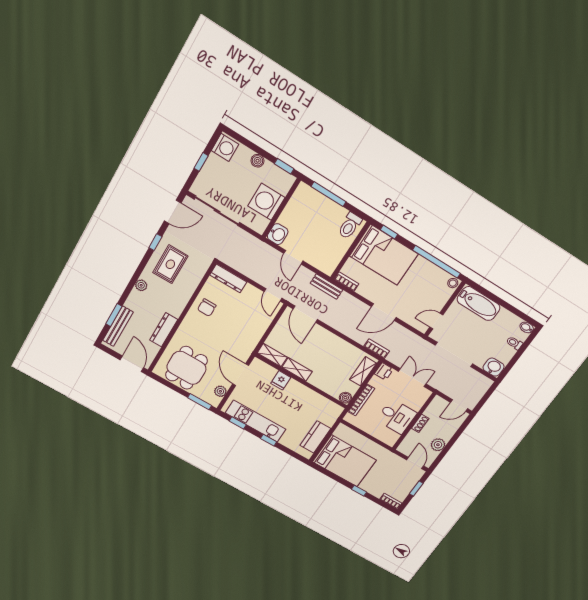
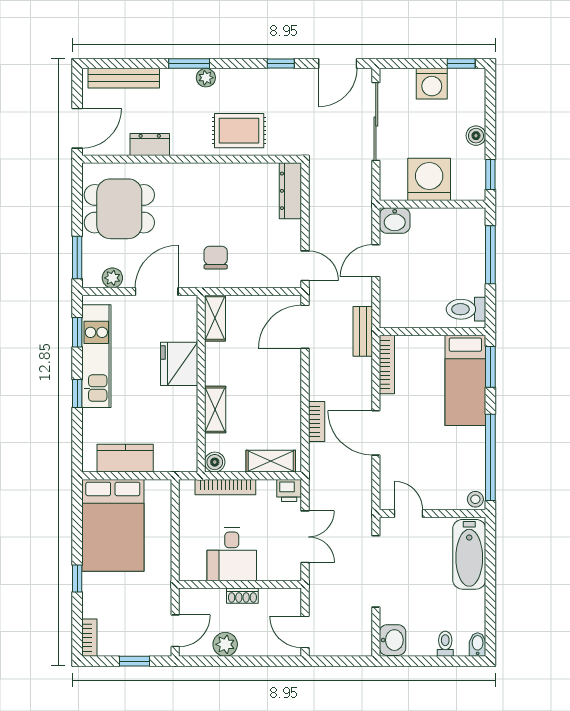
washing machine: (225, 147) -> (432, 84), moved
window: (201, 162) -> (461, 64), moved
door: (173, 212) -> (338, 64), hinge flipped
window: (389, 232) -> (490, 367), width x1.50
bed: (384, 255) -> (465, 380), width x0.67
rug: (170, 264) -> (239, 131), moved
bookcase: (347, 282) -> (387, 365), width x1.56
door: (273, 295) -> (305, 266), swing flipped
chair: (207, 308) -> (216, 258), moved, turned 90
window: (114, 315) -> (189, 64), moved
dresser: (164, 330) -> (150, 145), width x0.70
bookcase: (377, 349) -> (317, 421), moved
shelving: (297, 369) -> (215, 410), moved
fridge: (281, 380) -> (179, 364), width x1.88, depth x1.34

